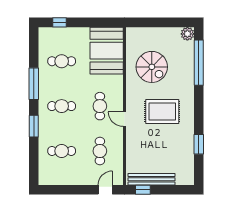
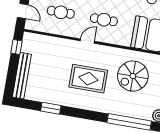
rug: (162, 112) -> (88, 79), turned 90
bench: (152, 179) -> (22, 76), moved

